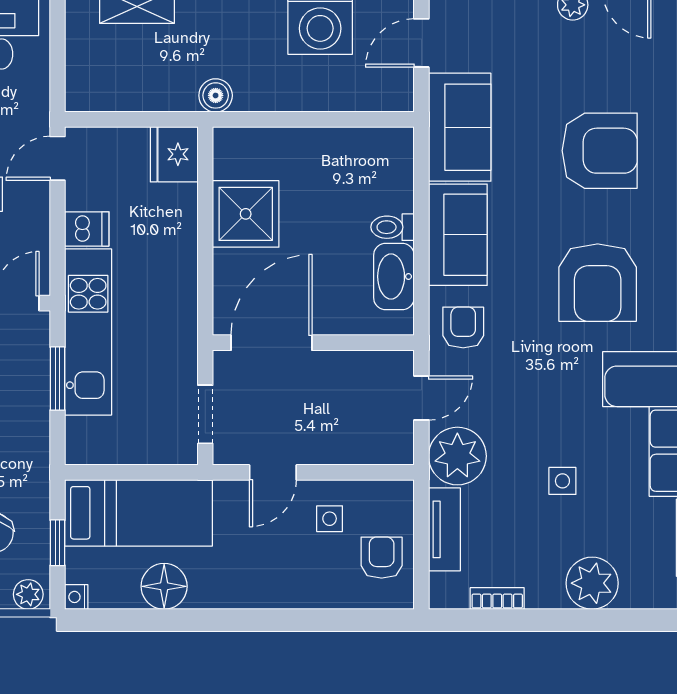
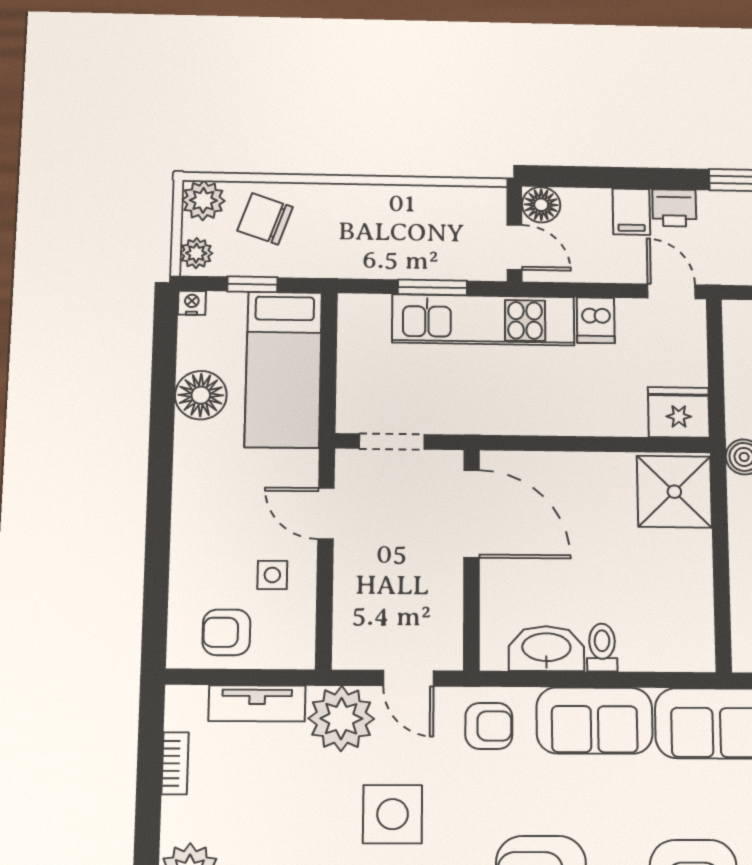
shower: (246, 214) -> (674, 492), moved
side table: (562, 481) -> (393, 814), moved, width x1.87, depth x1.87
armchair: (382, 558) -> (226, 632), turned 180

